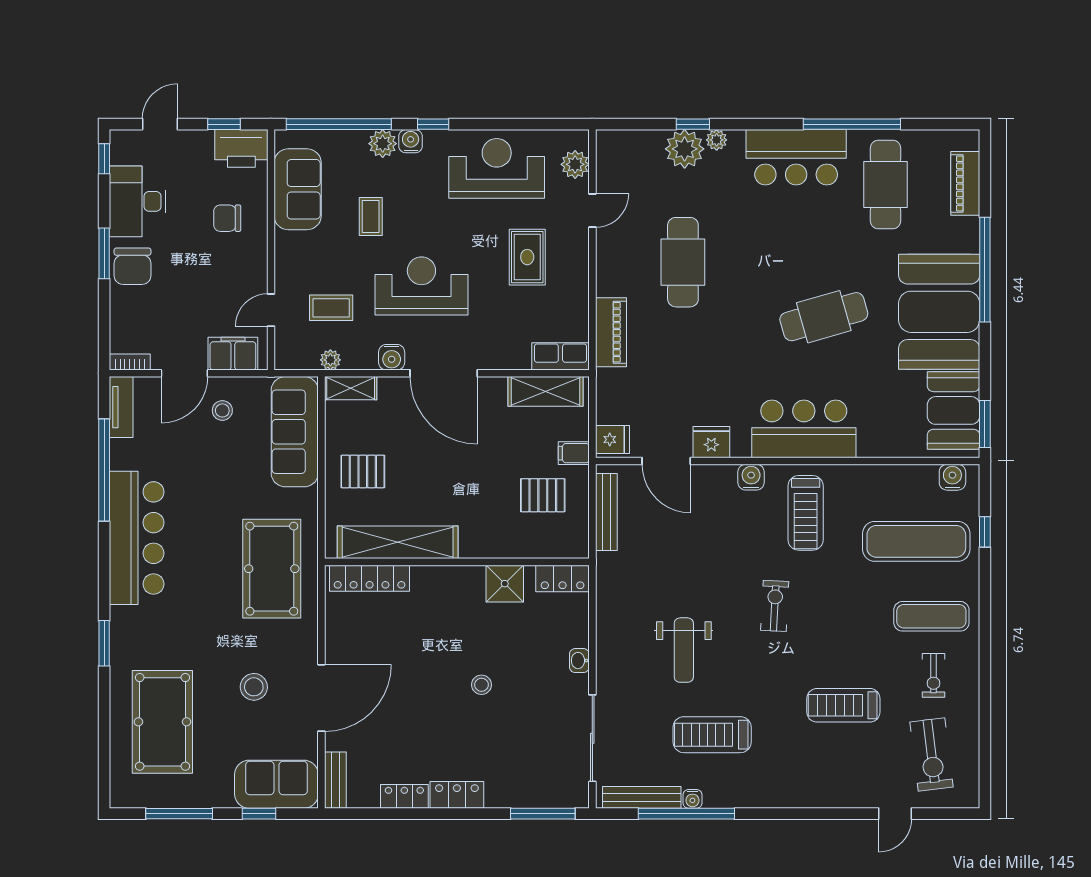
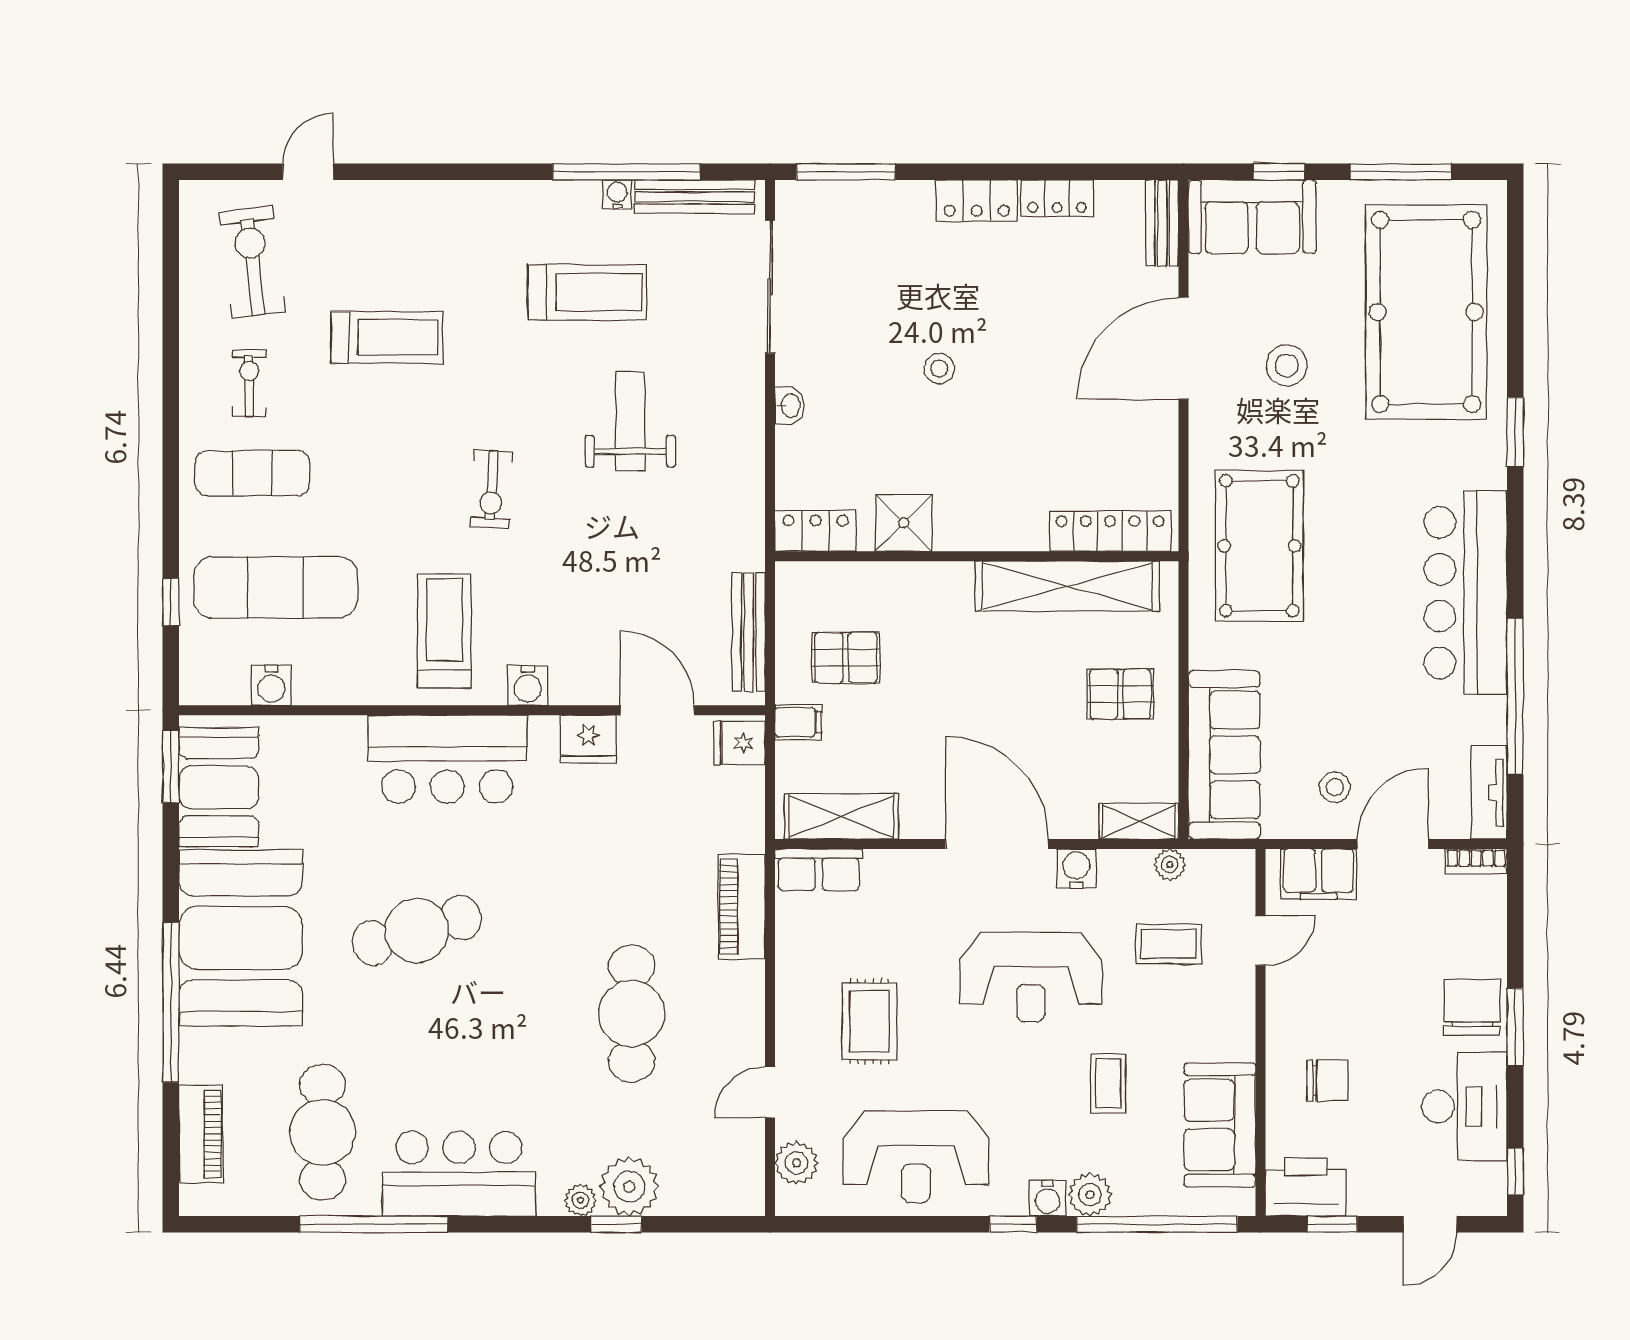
water cooler: (952, 477) -> (271, 685), moved
pool table: (162, 722) -> (1426, 312), width x1.36, depth x1.32

